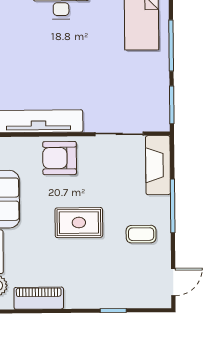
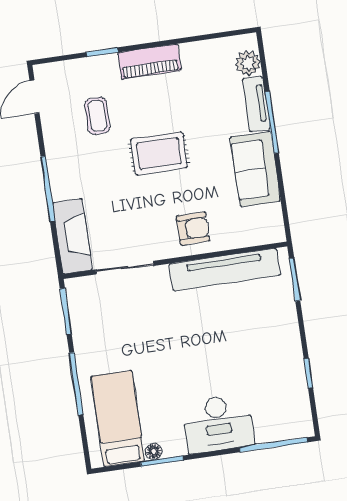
armchair: (60, 158) -> (193, 228), width x0.72, depth x0.72
coffee table: (141, 234) -> (97, 116), moved, turned 90
piano: (39, 298) -> (149, 61), moved

